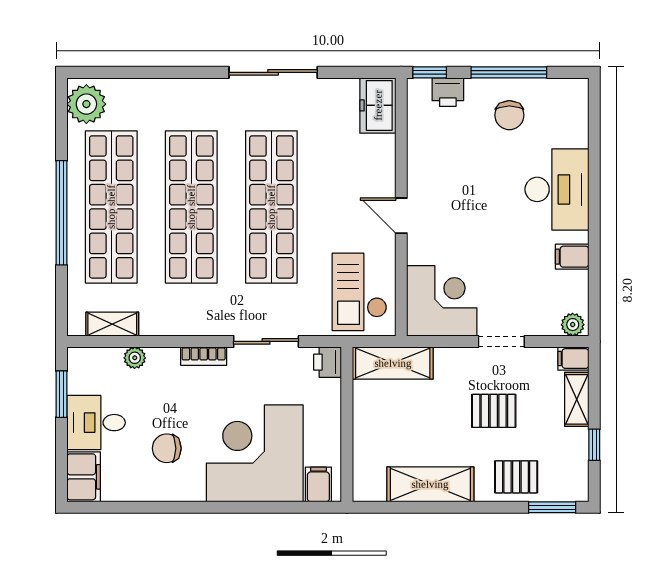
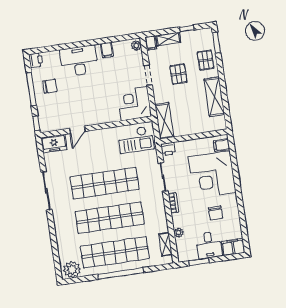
printer: (448, 92) -> (36, 60), moved
door: (401, 216) -> (77, 130), moved

